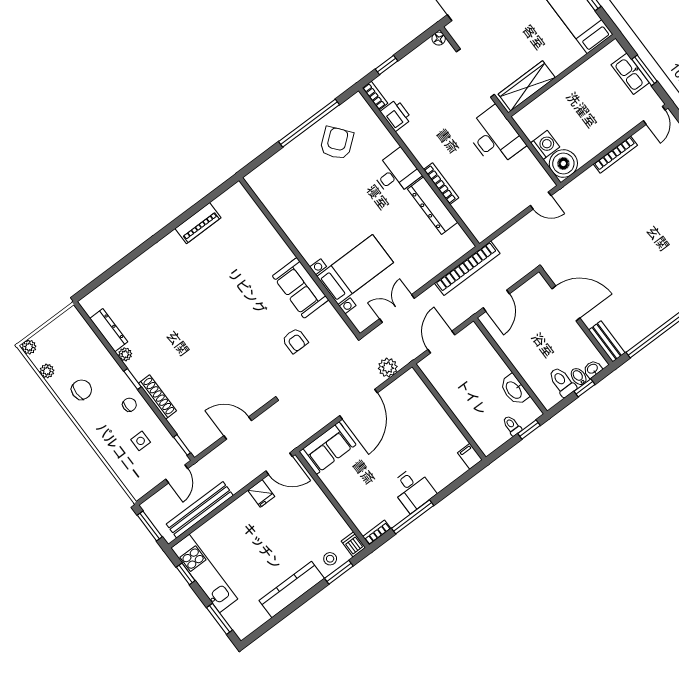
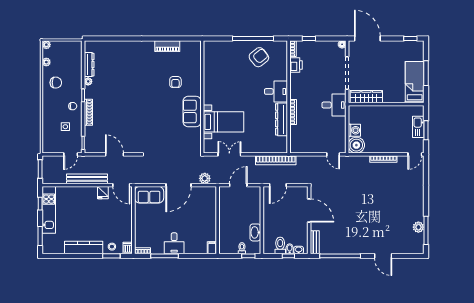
desk: (495, 137) -> (334, 105), width x0.73
armchair: (295, 341) -> (175, 82), moved
bench: (200, 510) -> (87, 179), moved

